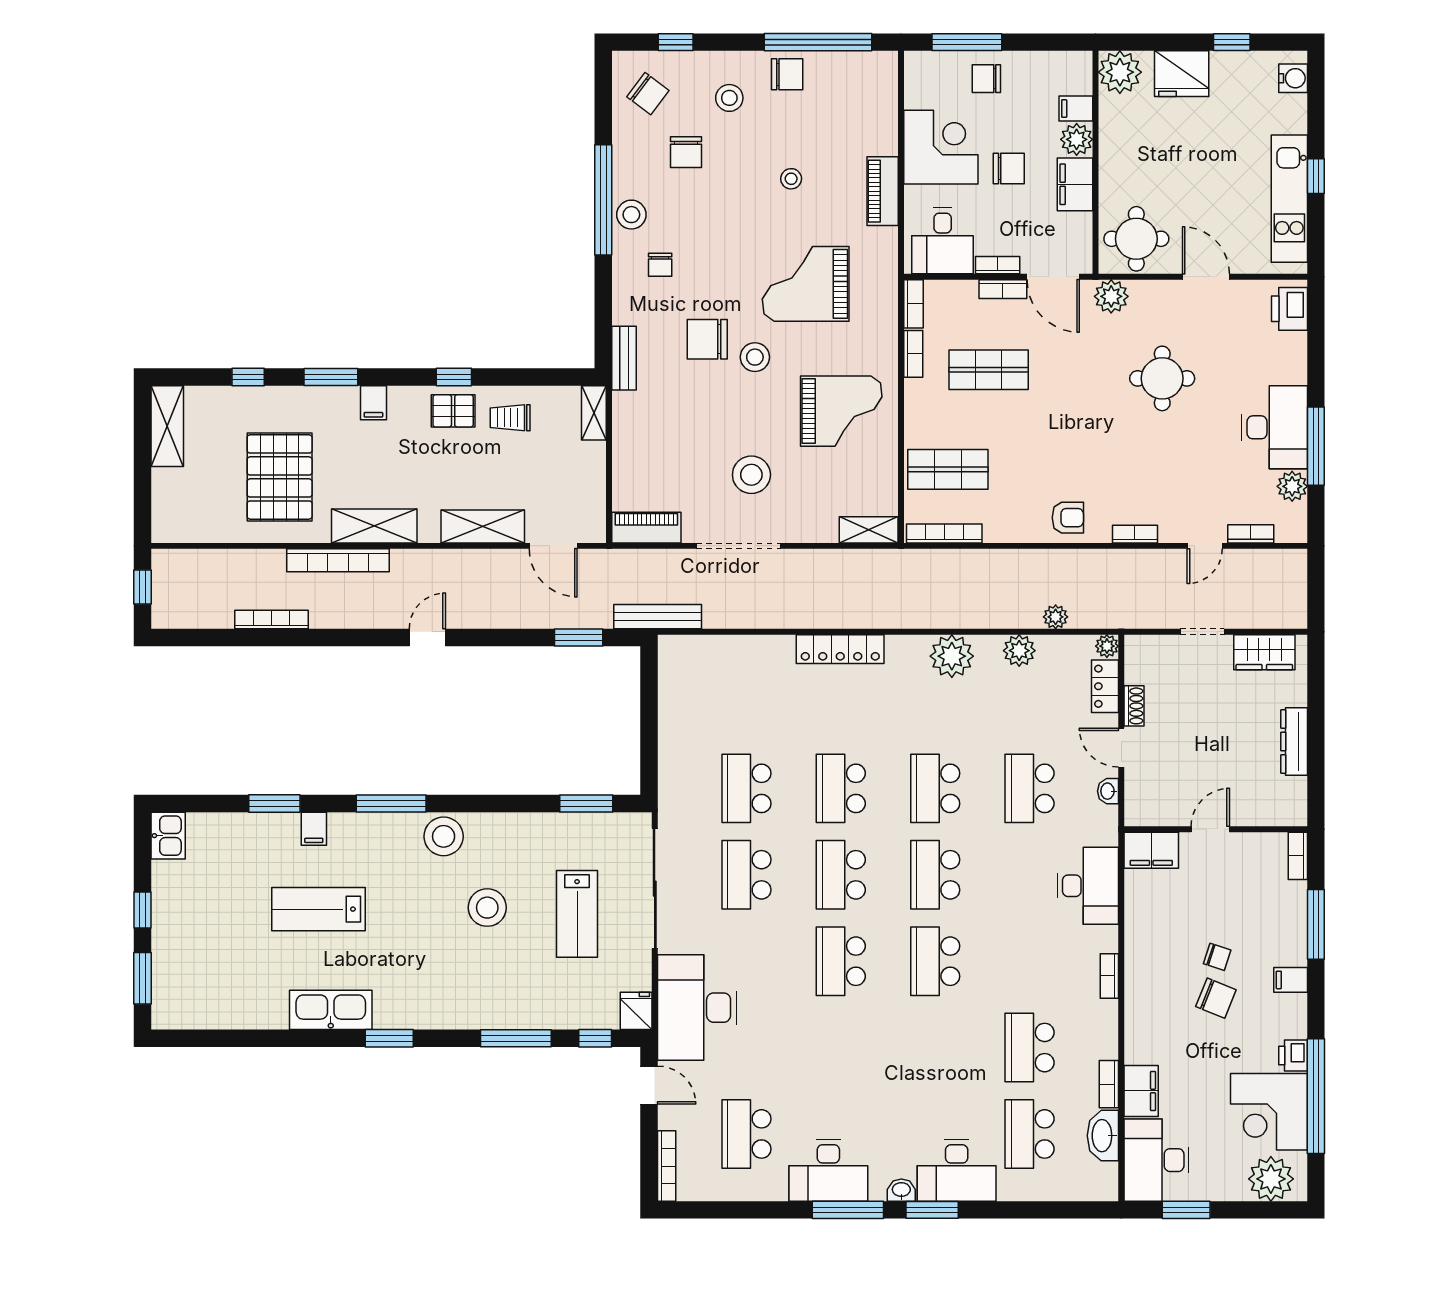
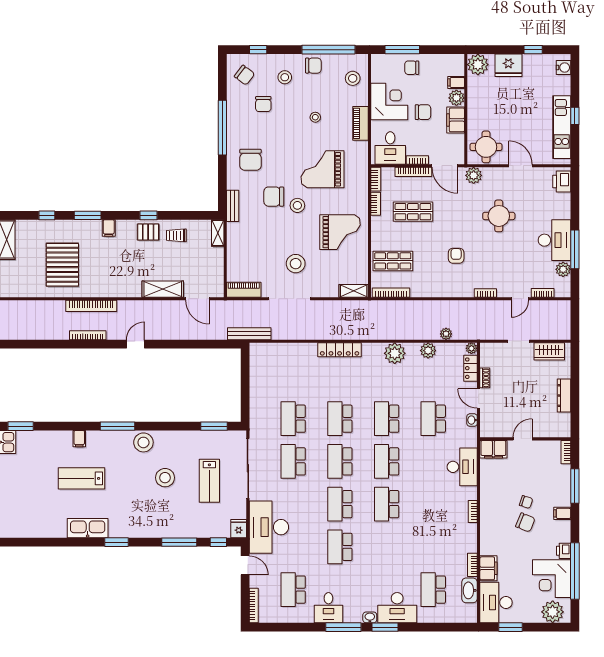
stool: (631, 215) -> (353, 78), moved
chair: (660, 265) -> (251, 160), width x1.87, depth x1.87
bookcase: (1003, 289) -> (413, 172), width x1.56
armchair: (1068, 518) -> (456, 256), moved, turned -90
shelving: (374, 526) -> (109, 289), removed
bookcase: (272, 620) -> (88, 335), moved
window: (579, 637) -> (210, 344), removed
window: (274, 803) -> (21, 426), moved
school desk: (1030, 1048) -> (340, 547), moved
desk: (828, 1171) -> (328, 608), width x0.73

